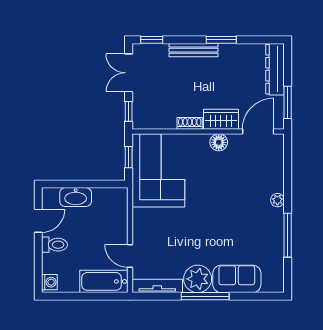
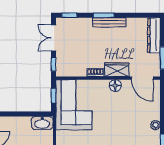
window: (221, 40) -> (104, 15), moved
bench: (194, 50) -> (109, 22), moved
door: (258, 132) -> (142, 78), swing flipped
washbasin: (76, 197) -> (42, 123), moved

